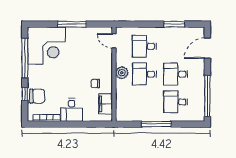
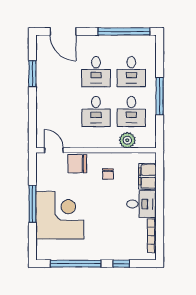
door: (114, 41) -> (54, 150), swing flipped
corner desk: (46, 46) -> (60, 215), moved
desk: (144, 46) -> (131, 111), moved
plant: (122, 73) -> (127, 140), moved
chair: (37, 96) -> (77, 164), moved, turned -90
filing cabinet: (105, 104) -> (147, 176), moved, turned 90

